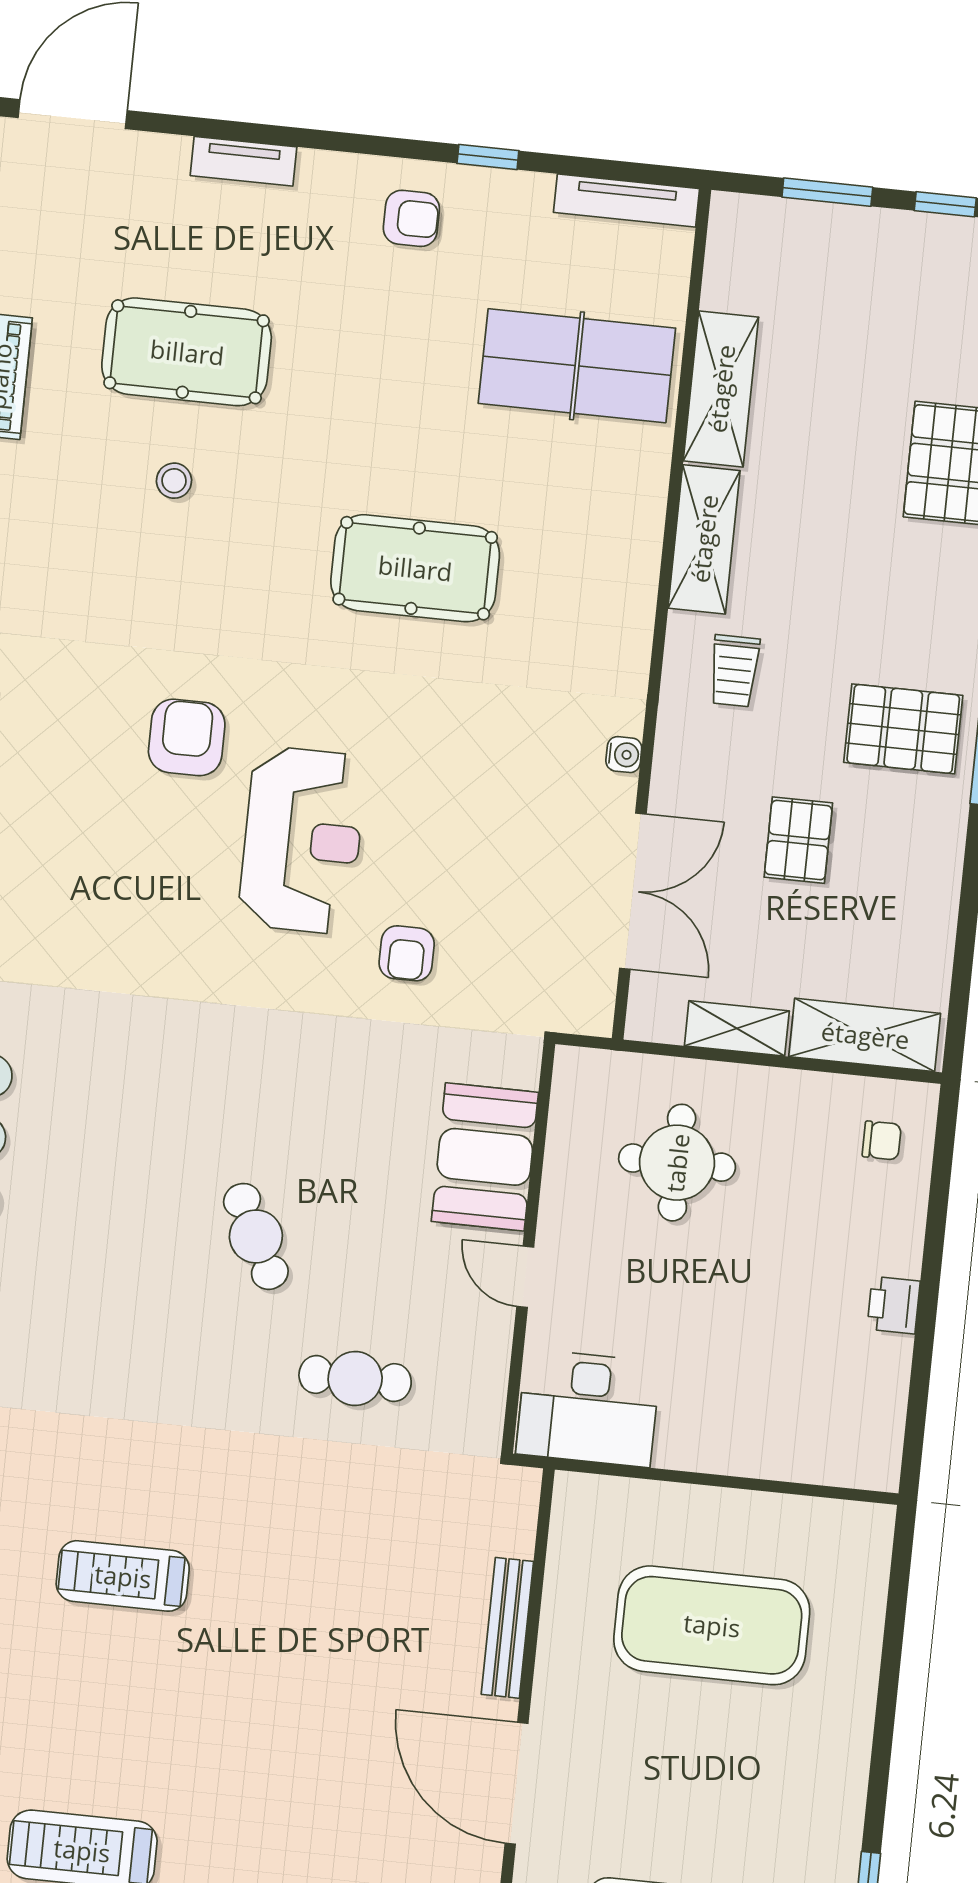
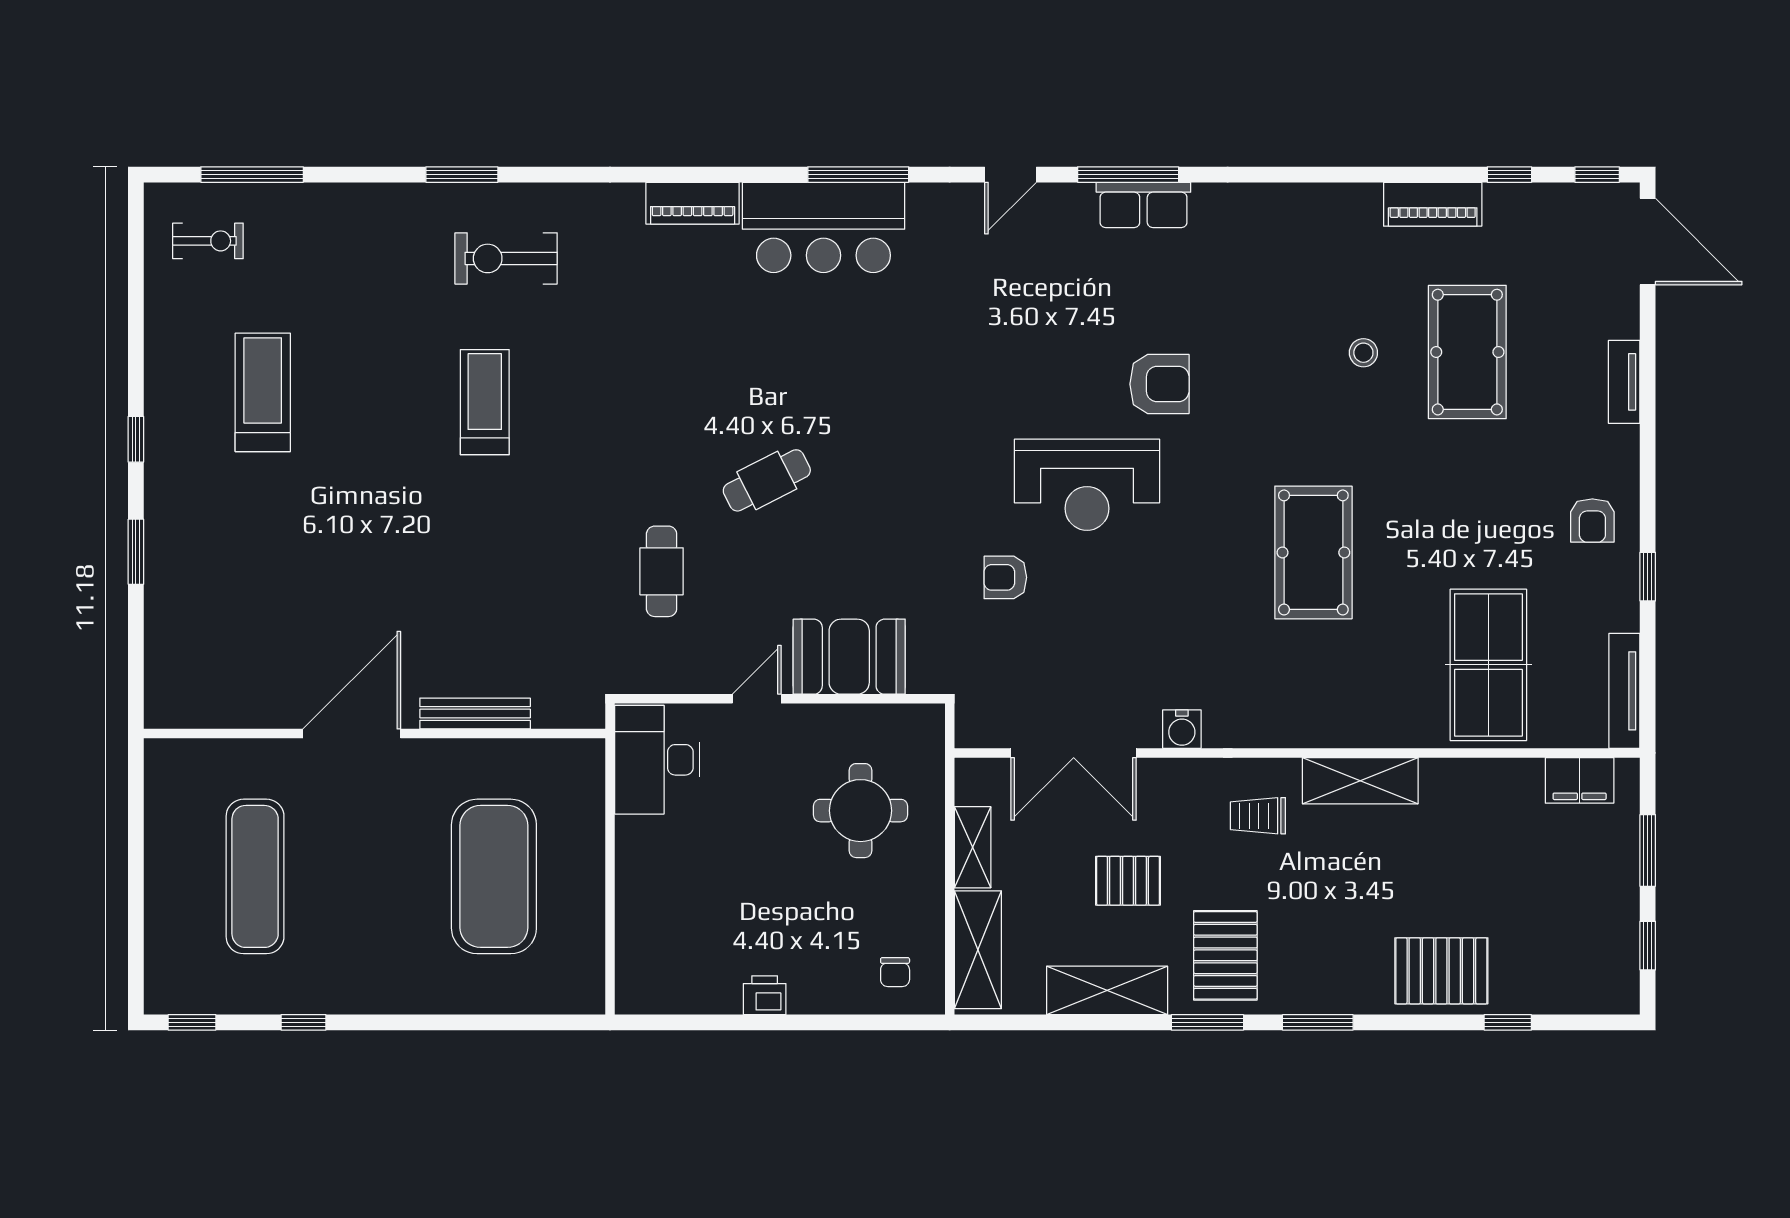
filing cabinet: (732, 268) -> (1580, 780), added
shelving: (721, 389) -> (1107, 990), moved
water cooler: (624, 755) -> (1182, 729), width x1.38, depth x1.38

